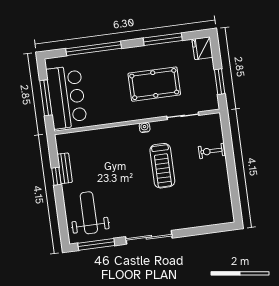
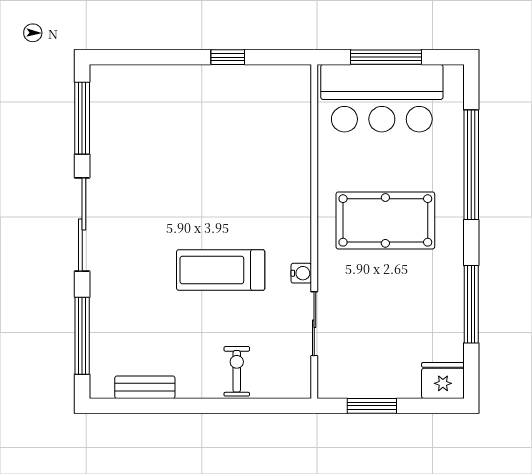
pool table: (154, 84) -> (385, 220), moved, turned 90
water cooler: (145, 127) -> (301, 273), moved
bench: (65, 168) -> (145, 387), moved
weight bench: (89, 213) -> (147, 112), removed
window: (204, 230) -> (82, 336), added

